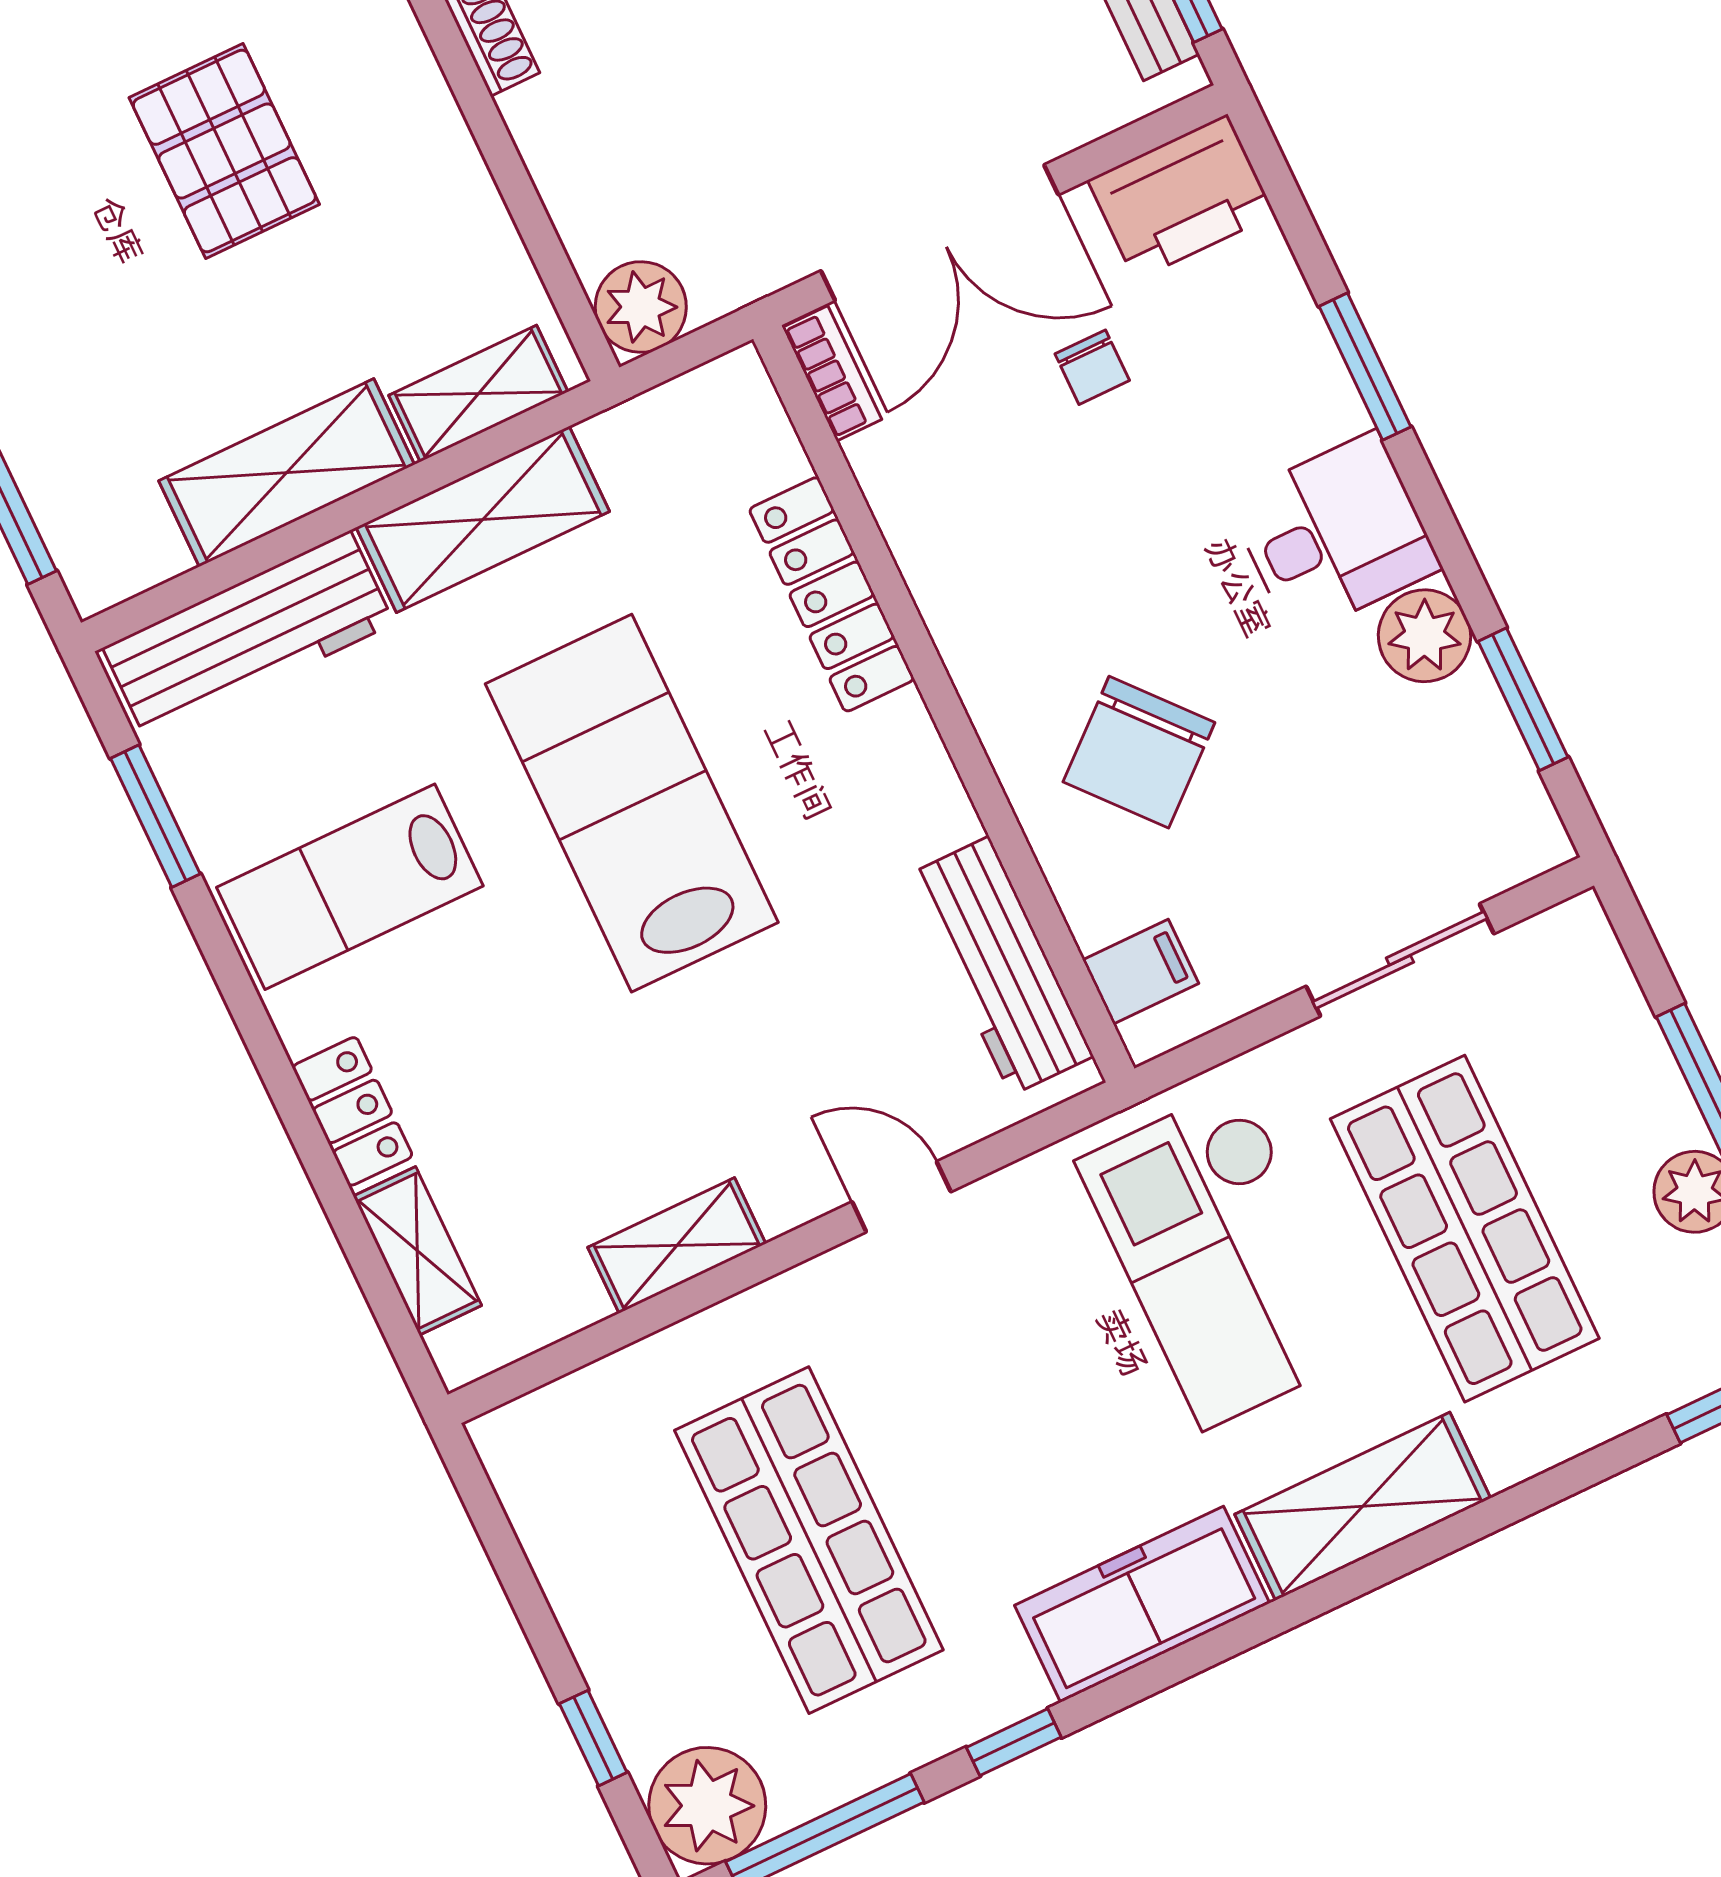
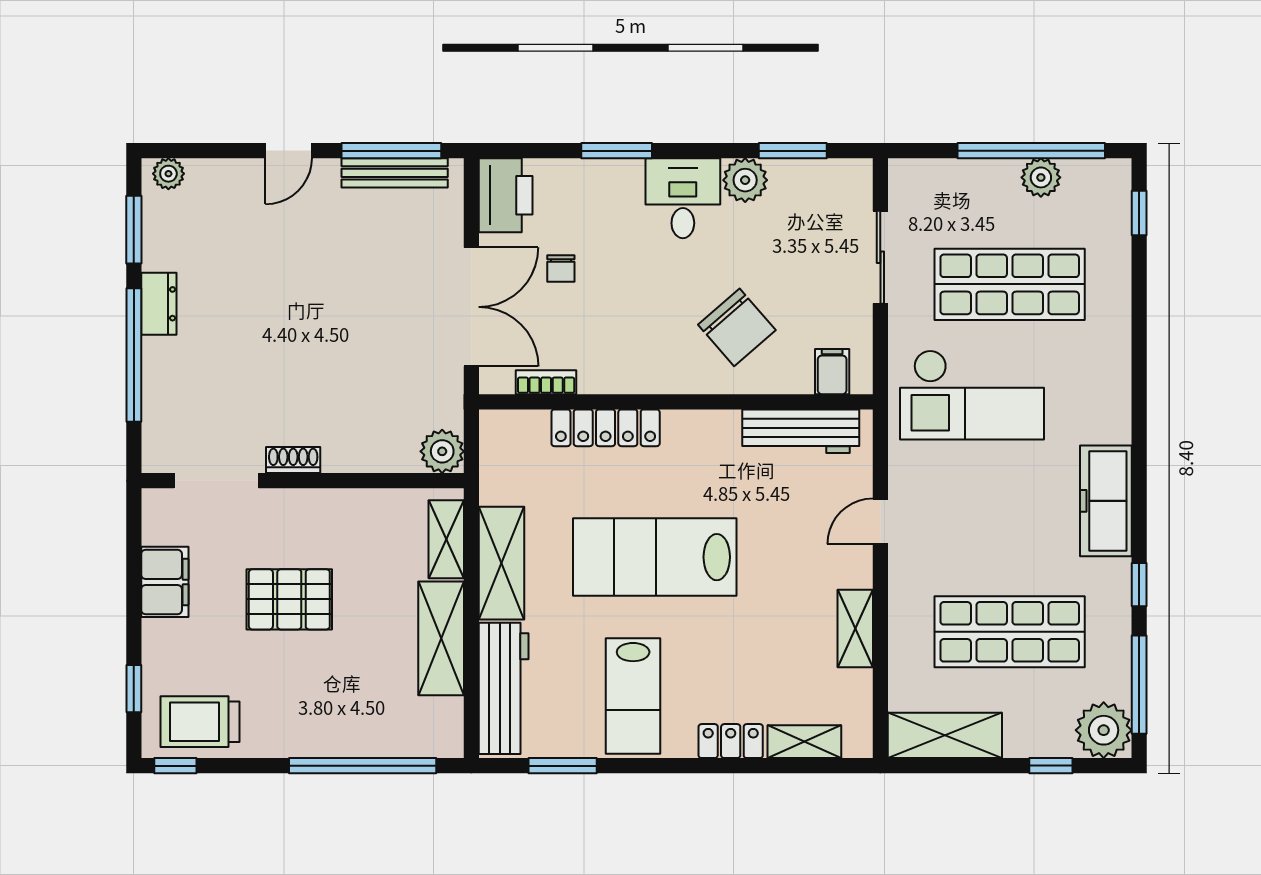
chair: (1092, 367) -> (561, 269), turned 90
bookcase: (832, 373) -> (546, 382), moved
shelving: (1363, 1506) -> (945, 735), moved, turned 90

